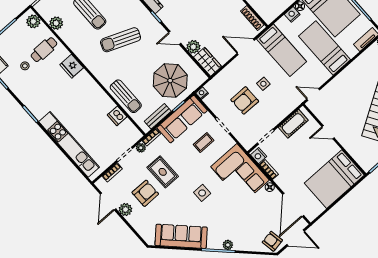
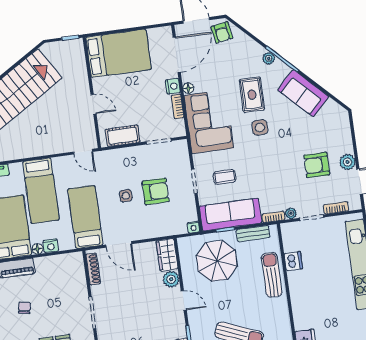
nightstand: (259, 156) -> (173, 86), moved
rug: (163, 172) -> (252, 95), moved
sofa: (181, 236) -> (303, 93), width x0.73

